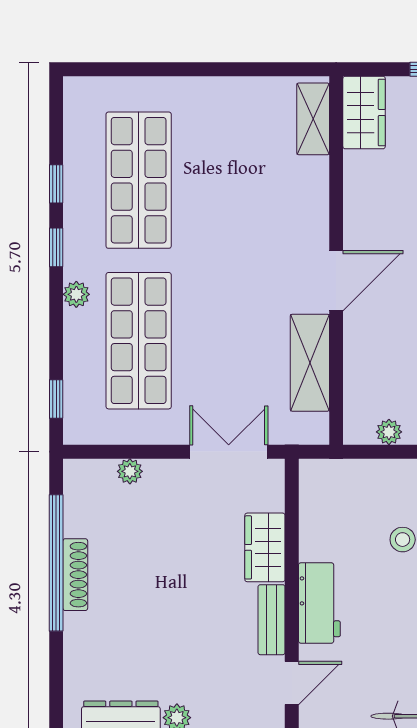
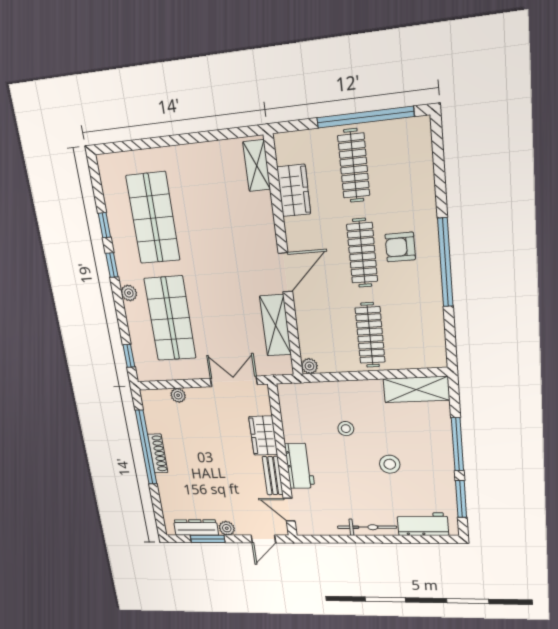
wardrobe: (364, 112) -> (294, 191), moved
plant: (389, 432) -> (309, 366), moved
door: (292, 683) -> (289, 510), swing flipped

